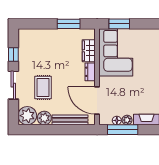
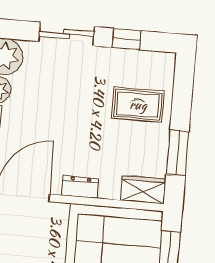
wardrobe: (89, 51) -> (143, 190), moved
rug: (43, 87) -> (138, 105), moved

